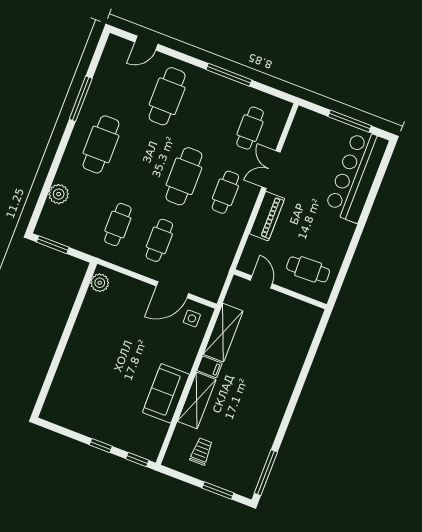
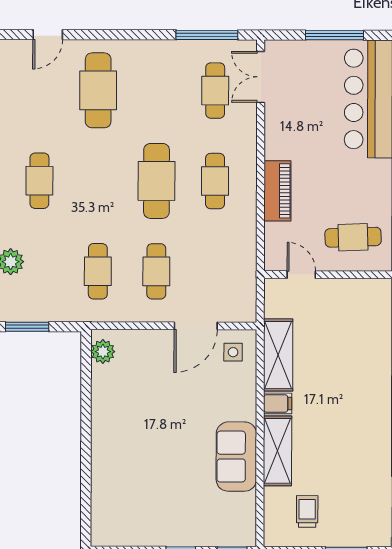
window: (229, 75) -> (207, 35), moved
cafe table: (101, 144) -> (39, 181), width x0.73, depth x0.74
double door: (271, 170) -> (261, 77), moved

